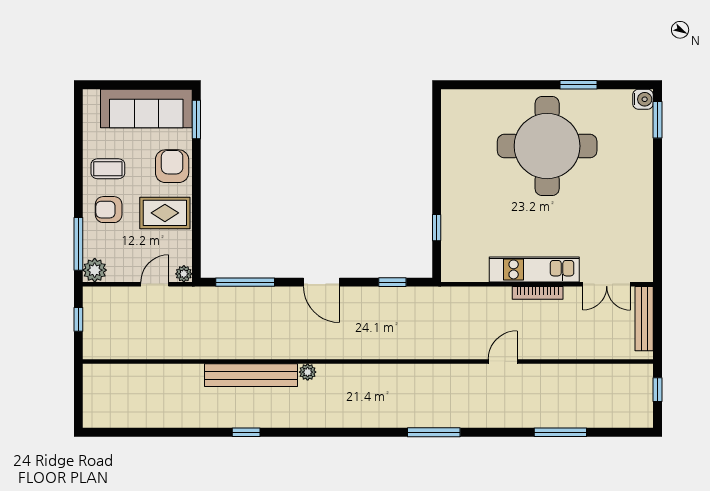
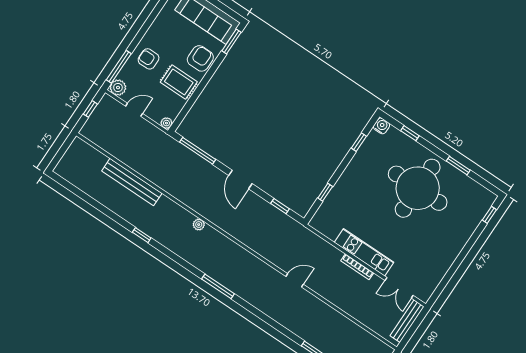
window: (492, 85) -> (410, 133), added
water cooler: (643, 99) -> (382, 126), moved, turned -90
window: (658, 120) -> (489, 215), width x0.67
window: (437, 138) -> (359, 142), added
coffee table: (108, 169) -> (163, 36), removed
door: (155, 284) -> (134, 110), moved
door: (503, 361) -> (295, 280), moved
bench: (251, 375) -> (132, 182), moved
window: (434, 432) -> (218, 286), moved

